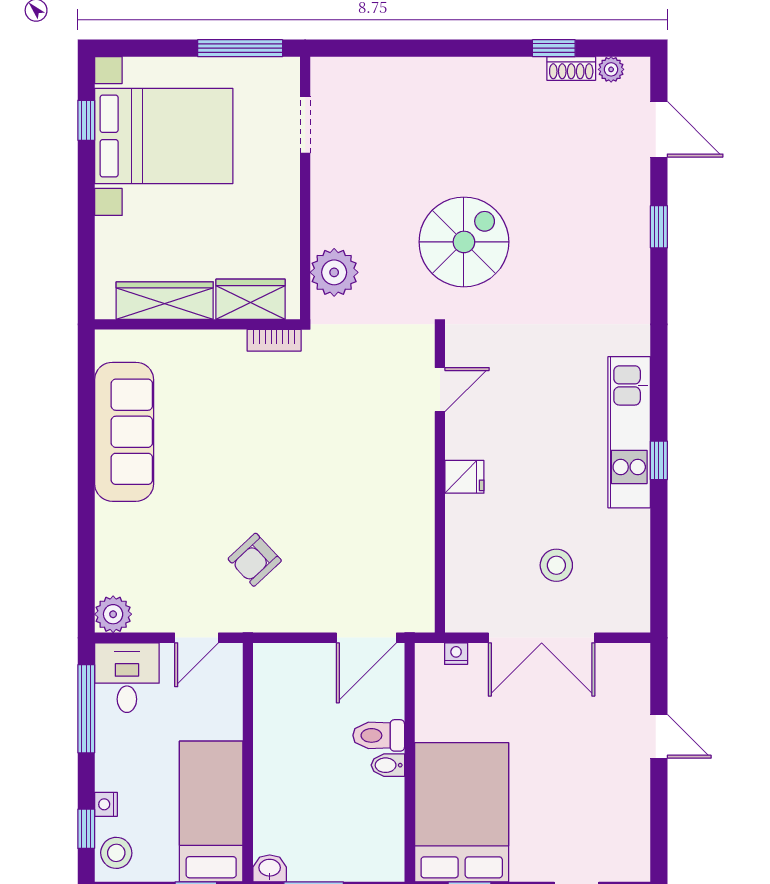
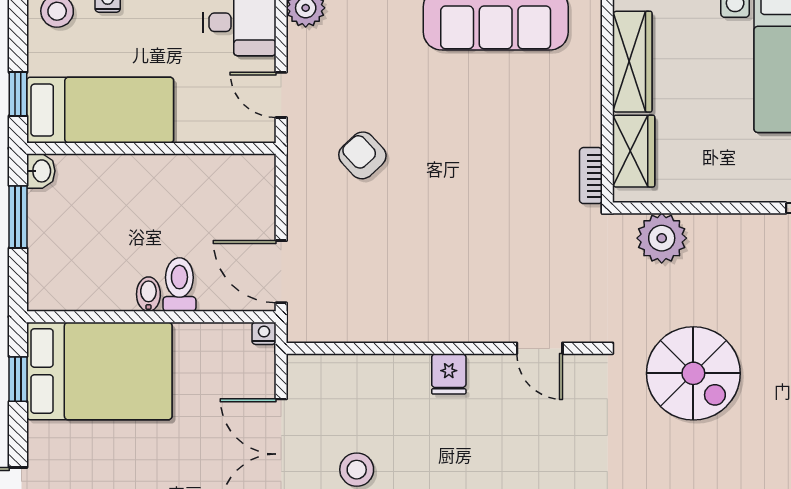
nightstand: (456, 654) -> (264, 333), moved, turned -90

